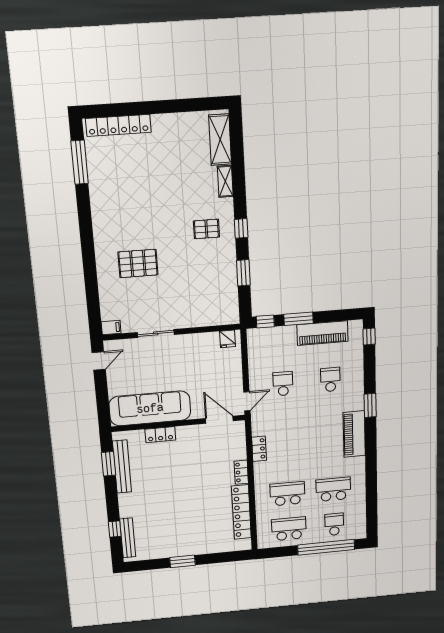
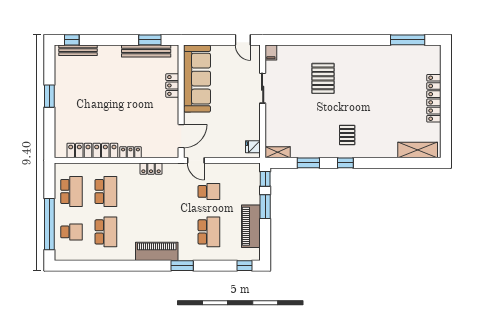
locker: (118, 125) -> (434, 98), moved
shelving: (225, 181) -> (278, 152), moved
school desk: (330, 380) -> (209, 232), width x1.85
window: (115, 529) -> (72, 40), moved

